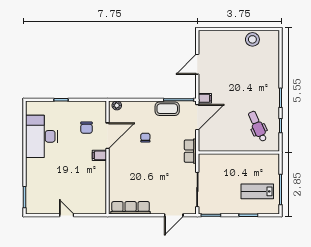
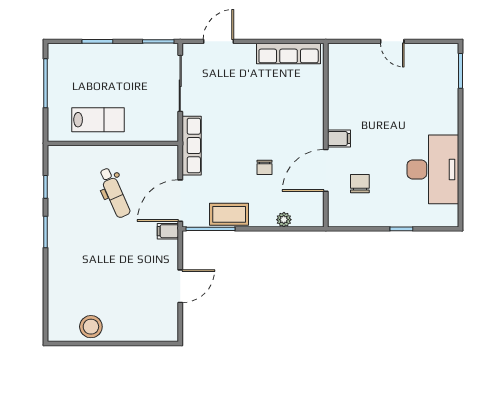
plant: (117, 105) -> (284, 220), moved
dental chair: (258, 126) -> (114, 193), moved
row of seats: (190, 151) -> (192, 146), width x1.48
lab bench: (257, 191) -> (98, 120), moved

